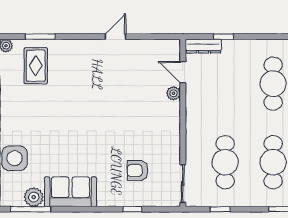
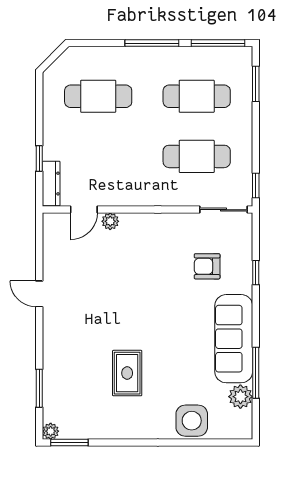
rug: (36, 66) -> (127, 373), moved, turned 90
armchair: (138, 170) -> (207, 266), turned 90
sofa: (70, 192) -> (234, 339), width x1.36
window: (31, 209) -> (256, 373), moved
window: (220, 209) -> (256, 185), moved

